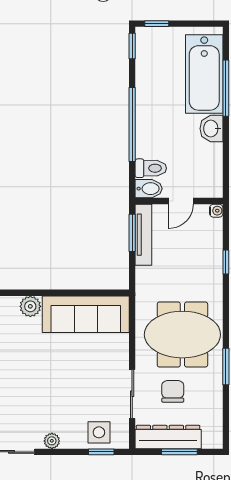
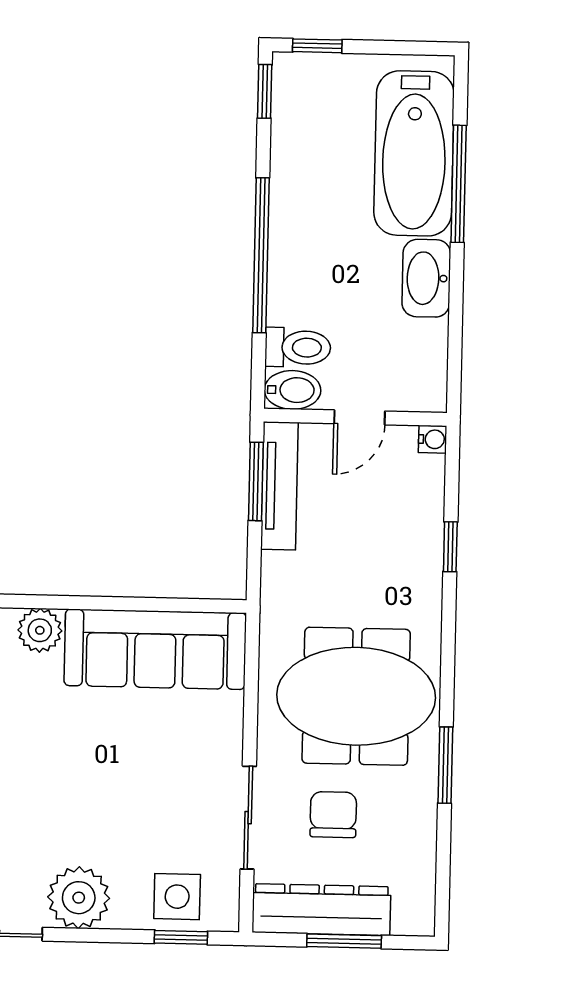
washbasin: (211, 129) -> (426, 278), width x1.38
plant: (52, 441) -> (79, 898), width x1.88, depth x1.88

